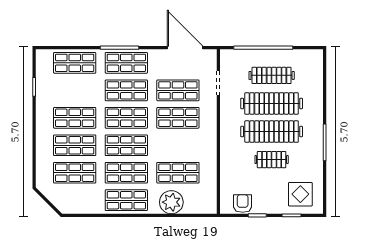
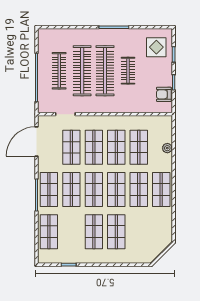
shop shelf: (75, 173) -> (116, 147), moved
plant: (171, 202) -> (167, 148), width x0.53, depth x0.53

